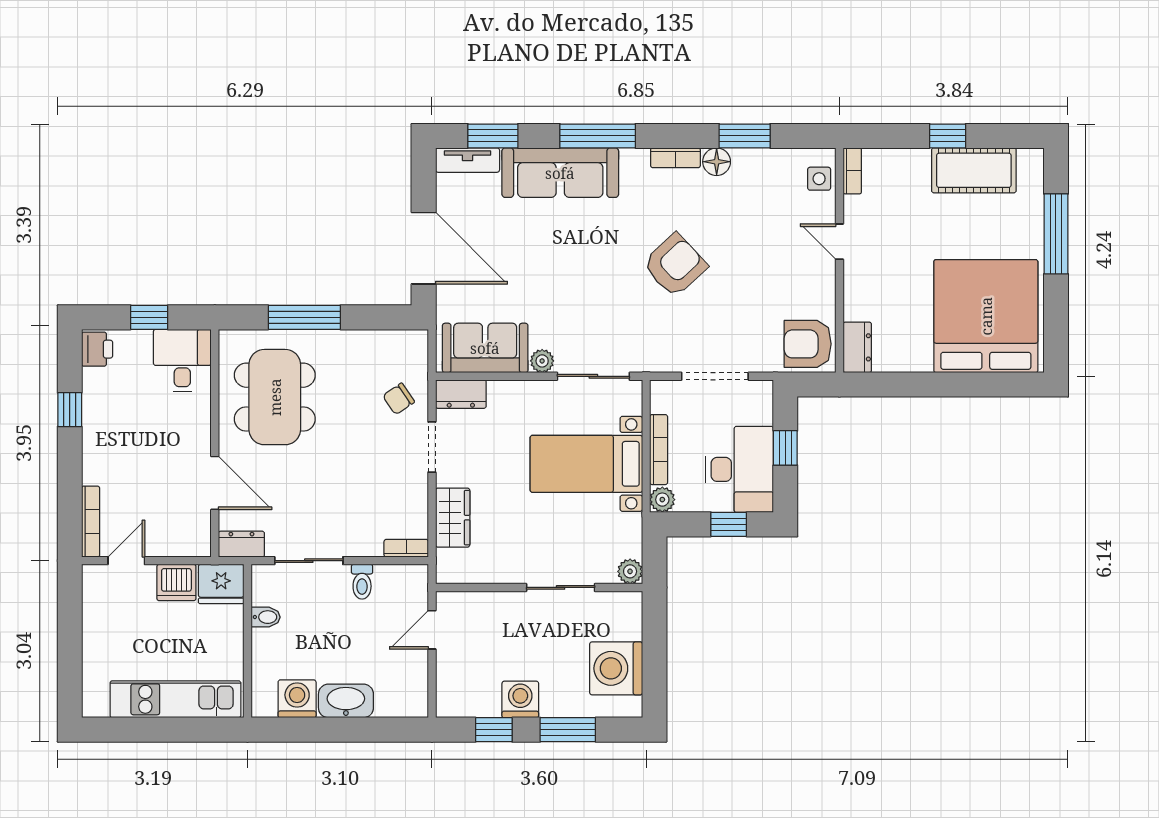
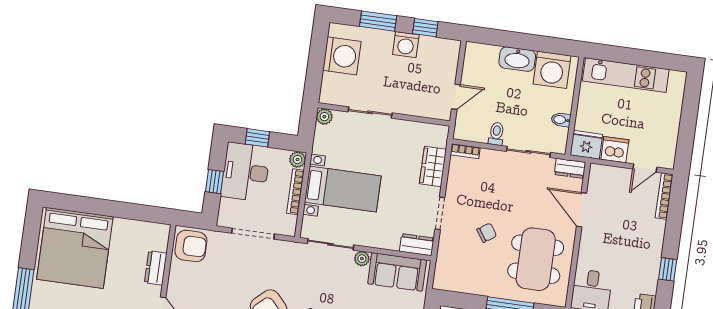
dresser: (857, 347) -> (156, 268), moved
chair: (399, 399) -> (487, 233), moved
washing machine: (297, 699) -> (552, 70), width x1.37, depth x1.37

